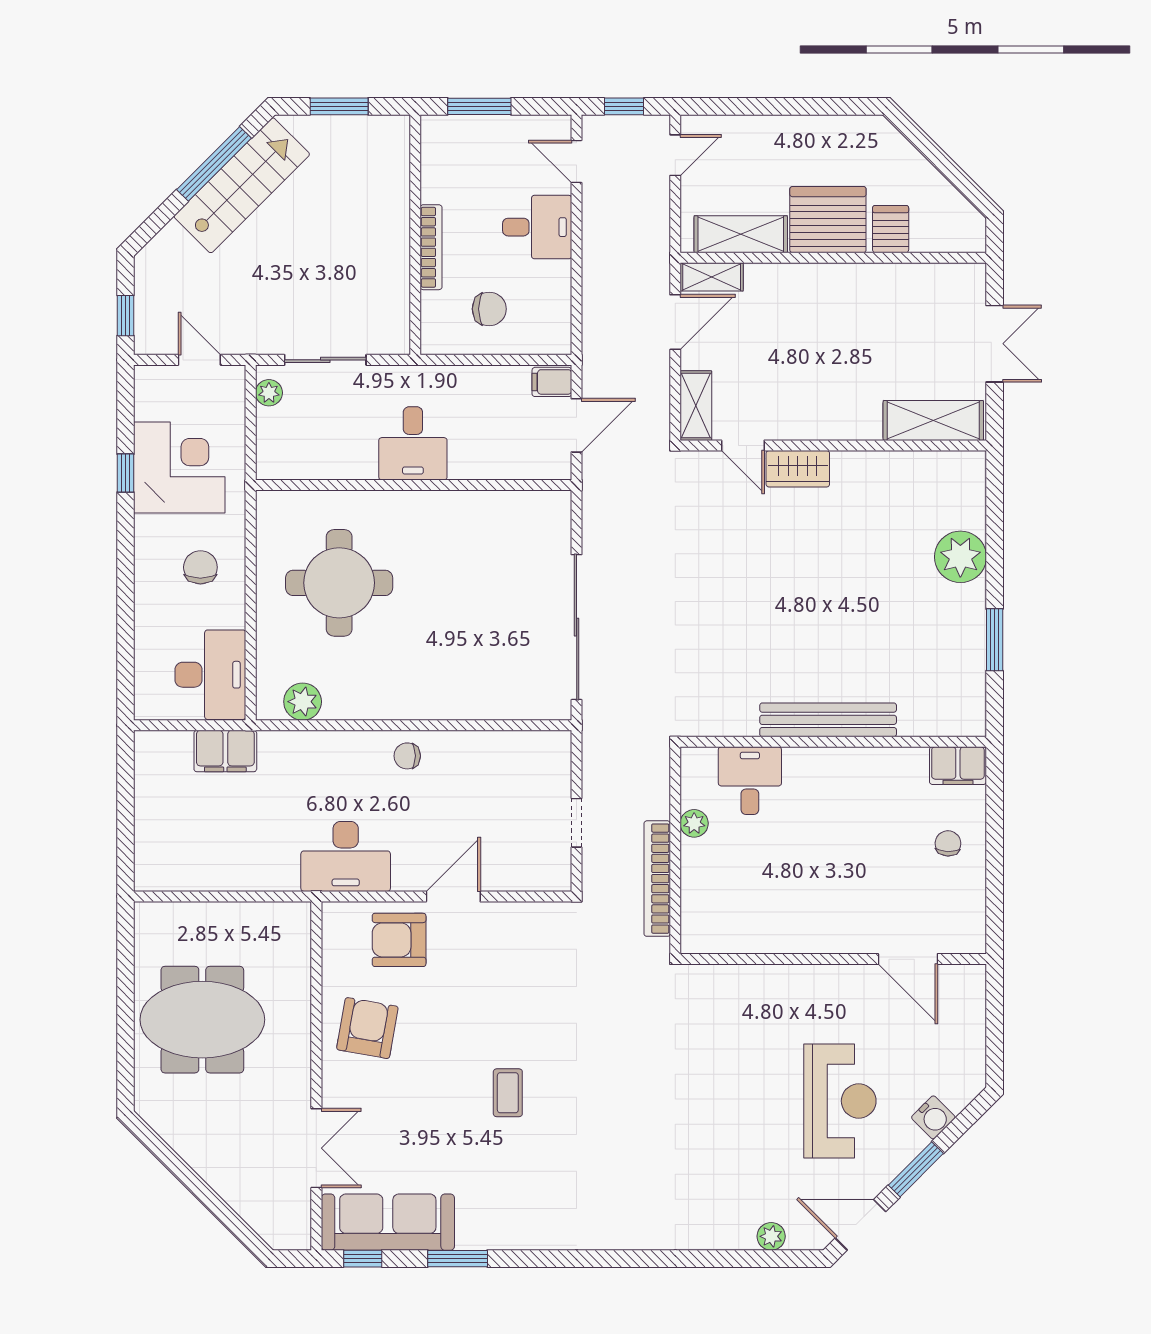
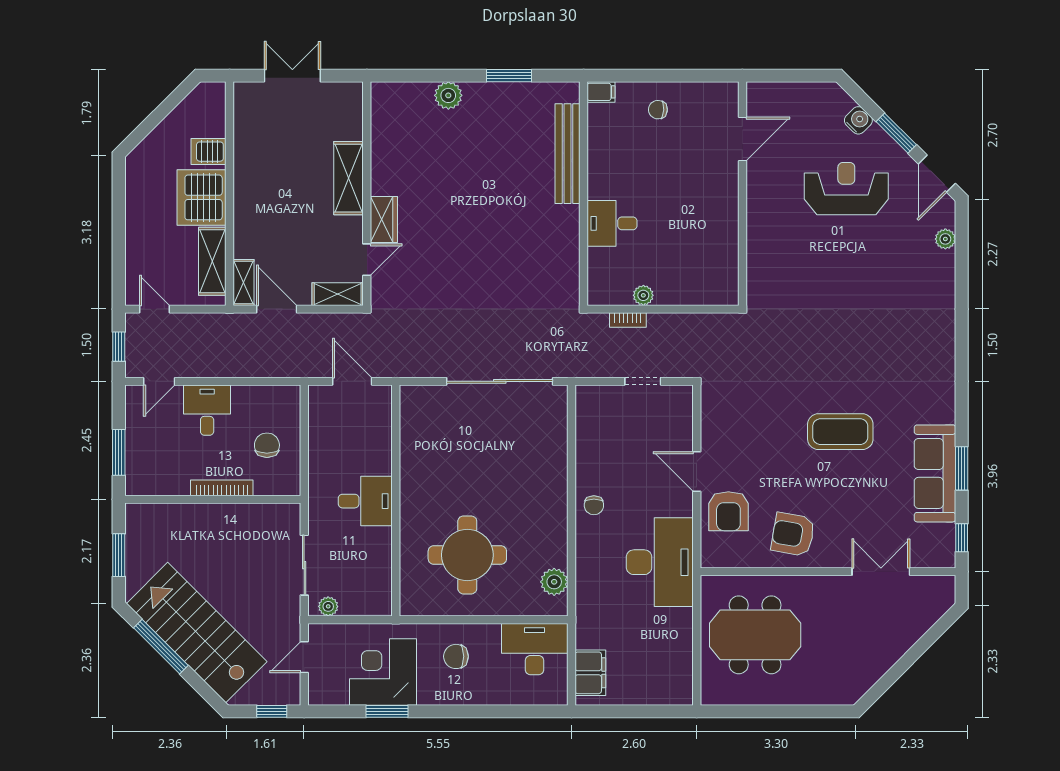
stairs: (242, 185) -> (197, 633), width x1.36, depth x1.51
filing cabinet: (552, 382) -> (320, 399), removed
shelving: (933, 420) -> (349, 178), moved
window: (125, 473) -> (387, 711), width x1.50
plant: (960, 557) -> (448, 95), width x0.73, depth x0.73
bench: (828, 720) -> (567, 154), moved
filing cabinet: (225, 751) -> (590, 673), moved
filing cabinet: (958, 766) -> (601, 92), width x0.50
desk: (750, 781) -> (612, 223), moved
desk: (346, 856) -> (660, 562), width x1.36, depth x1.30
bookcase: (657, 879) -> (628, 320), moved, width x0.43, depth x0.76
meeting table: (202, 1020) -> (755, 635), moved, turned 90
coffee table: (508, 1093) -> (840, 432), width x1.86, depth x1.72
sofa: (388, 1222) -> (935, 473), moved

